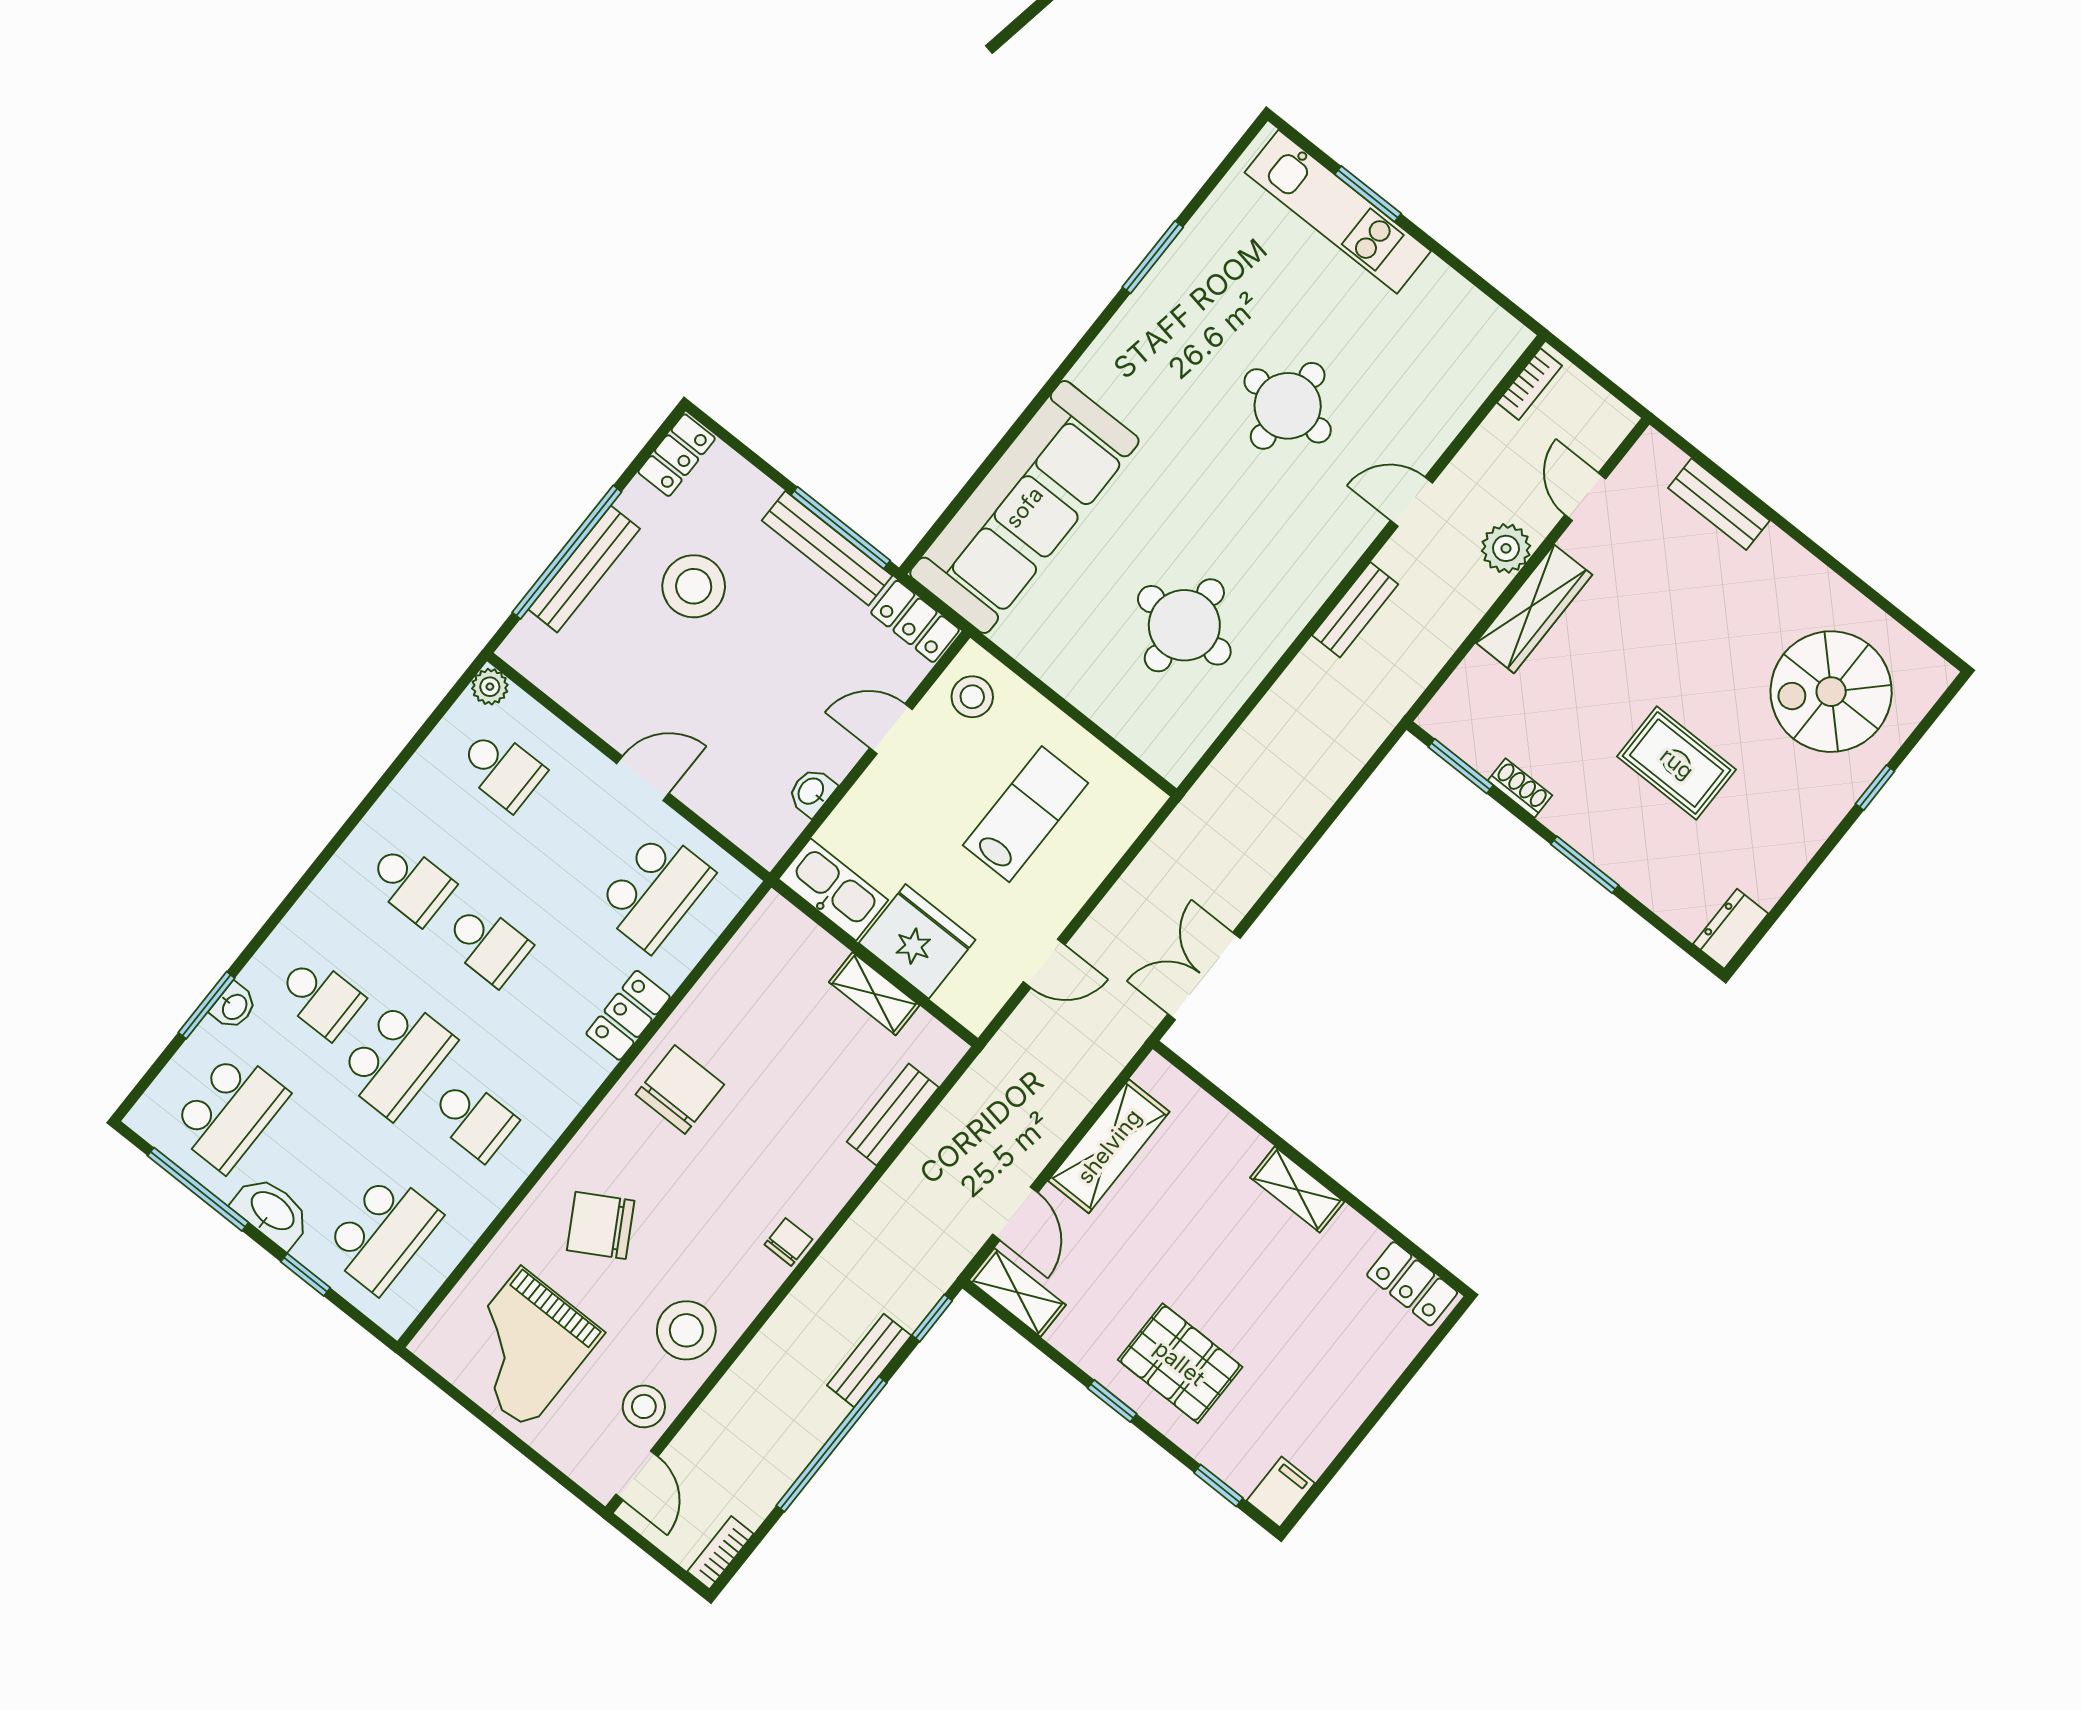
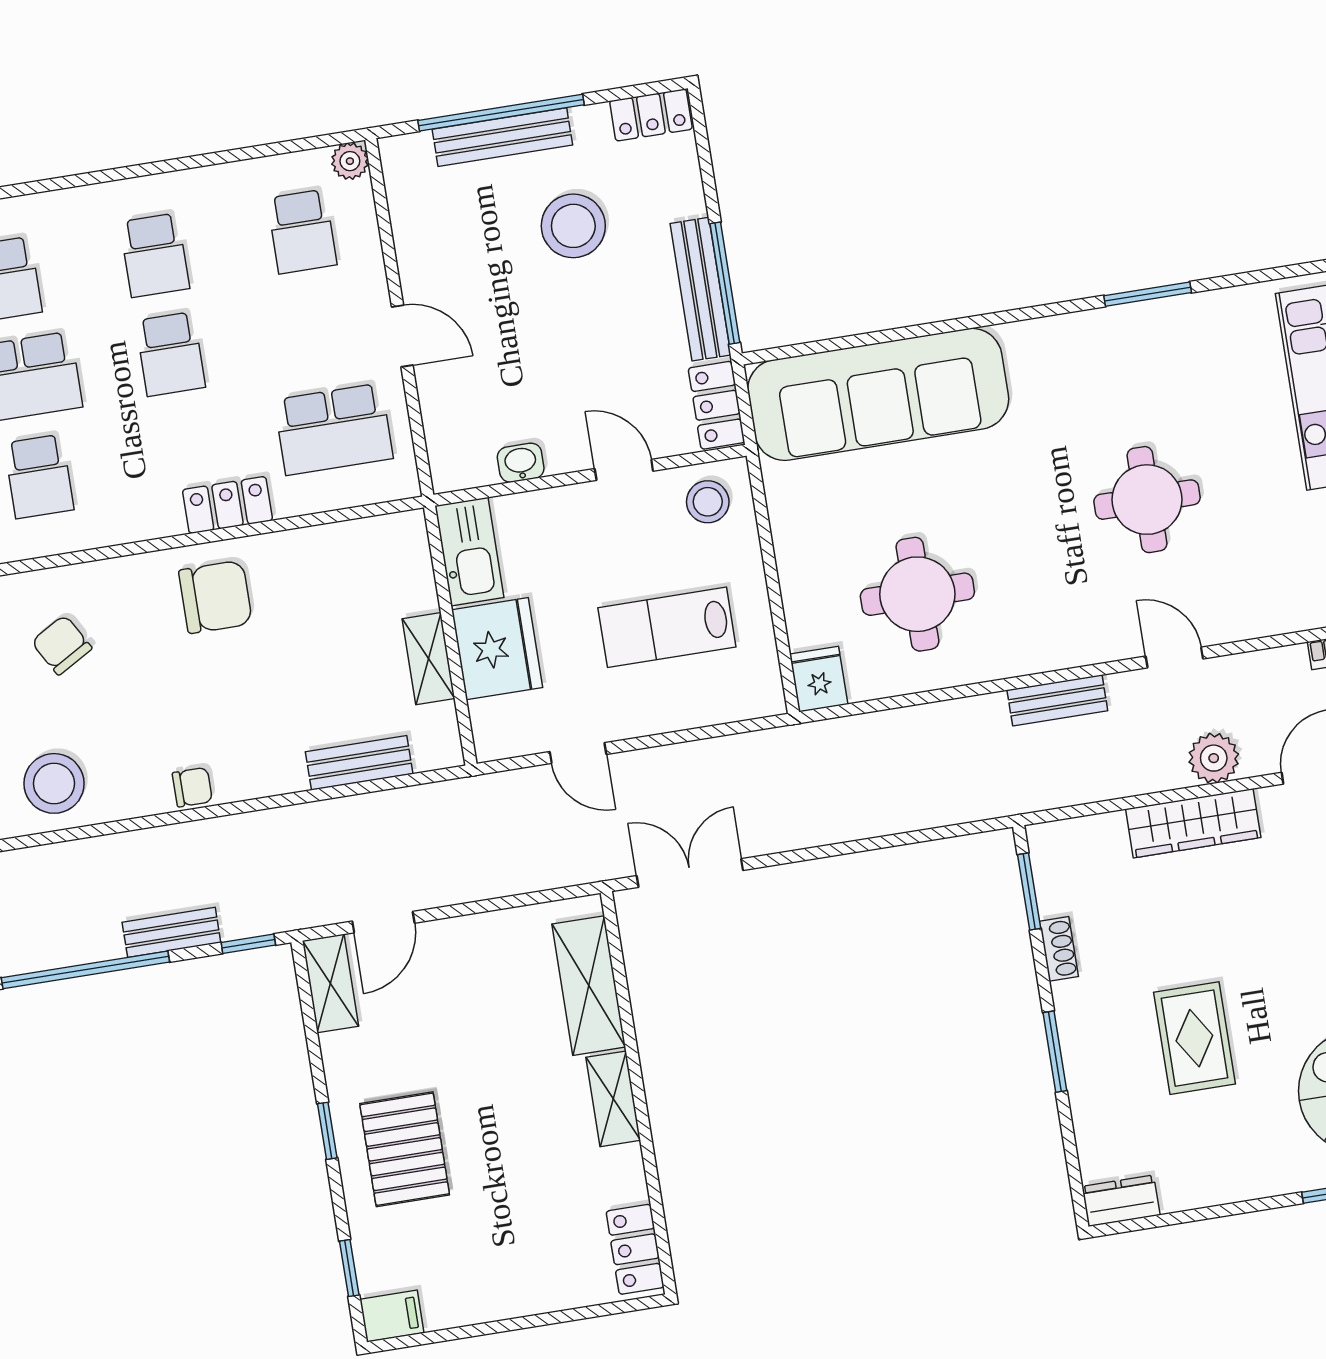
fridge: (1169, 751) -> (819, 679), added
lab bench: (1025, 814) -> (667, 627), turned 180
shelving: (1109, 1146) -> (589, 986), moved, turned 90
chair: (601, 1225) -> (62, 645), width x0.73, depth x0.73

